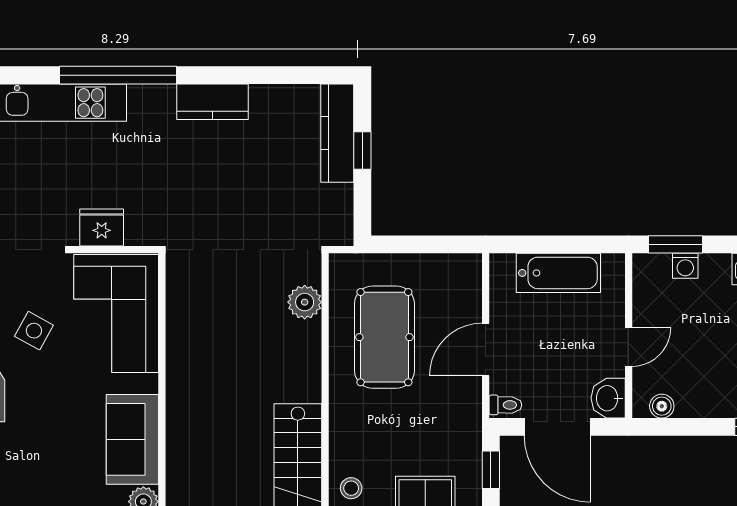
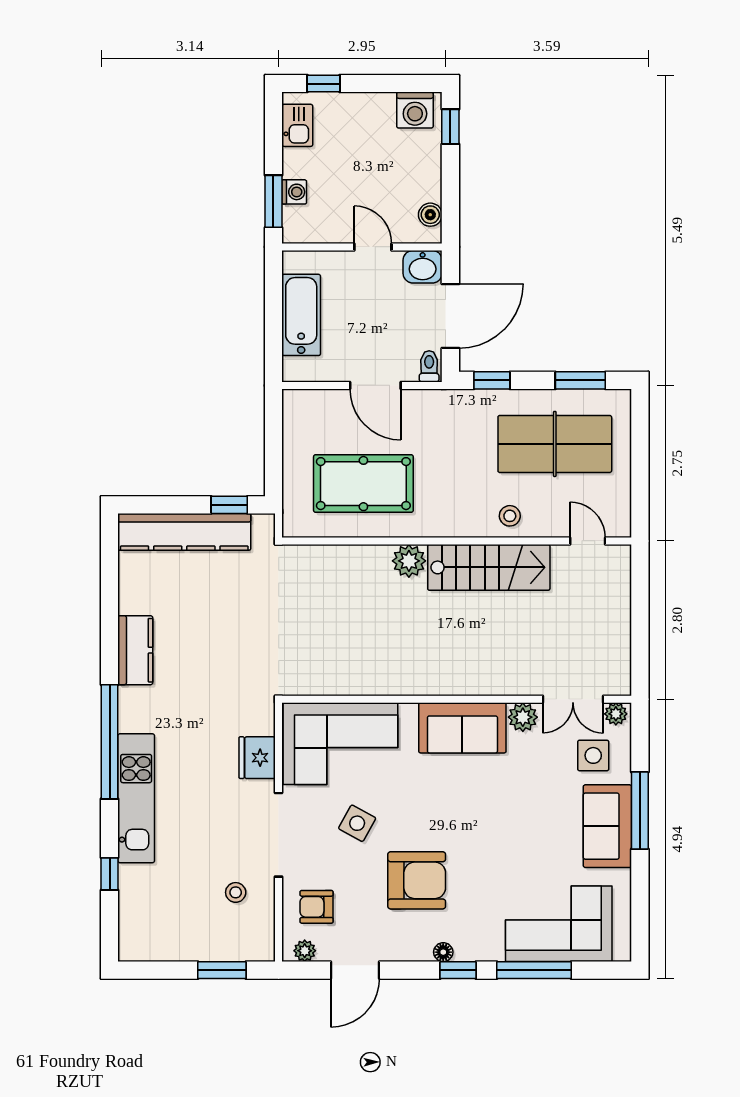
kitchen counter: (337, 133) -> (184, 532), width x1.39, depth x1.17
window: (362, 150) -> (229, 505), moved
plant: (305, 302) -> (409, 561), moved

